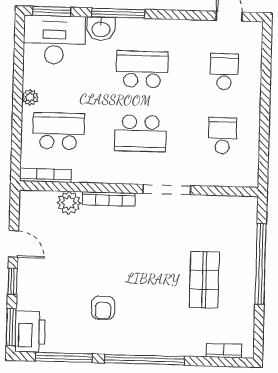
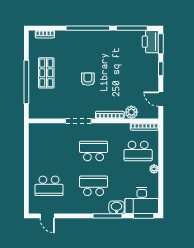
school desk: (142, 69) -> (94, 186), turned 180
school desk: (224, 72) -> (49, 186), width x1.85
school desk: (222, 136) -> (49, 151), removed
door: (14, 244) -> (161, 99), moved
shop shelf: (204, 280) -> (46, 73), moved
armchair: (103, 308) -> (88, 79), moved

